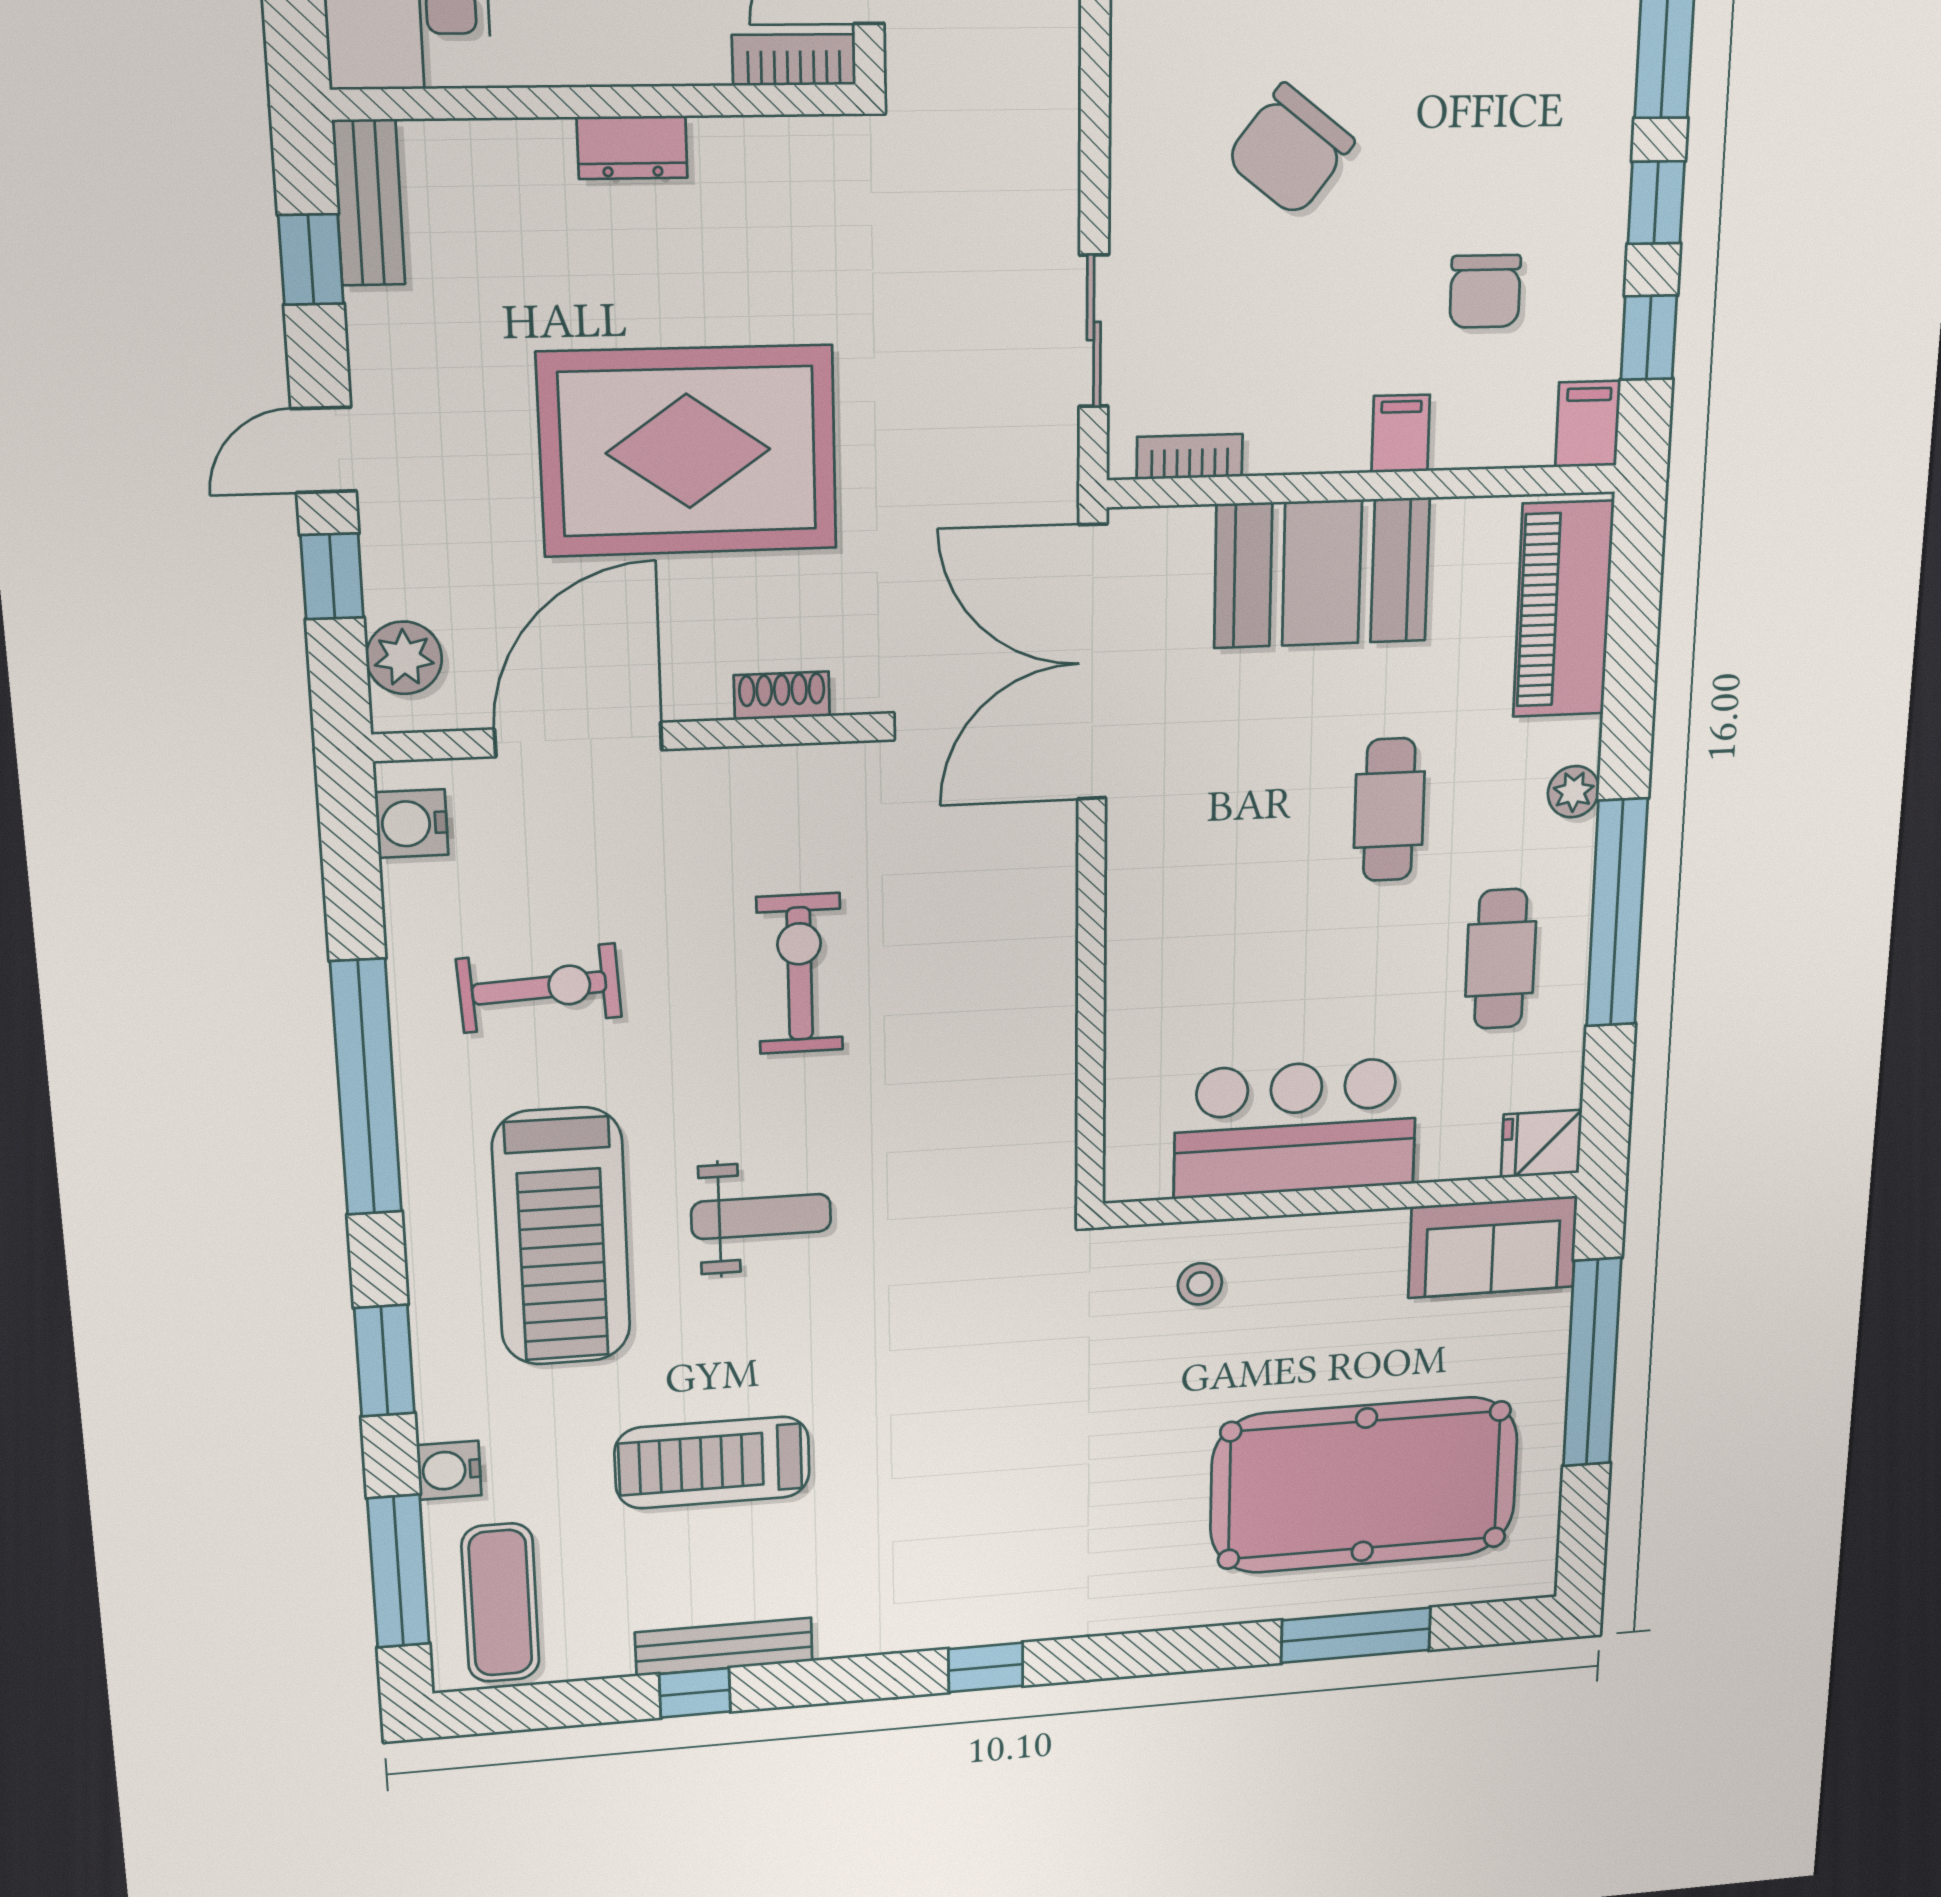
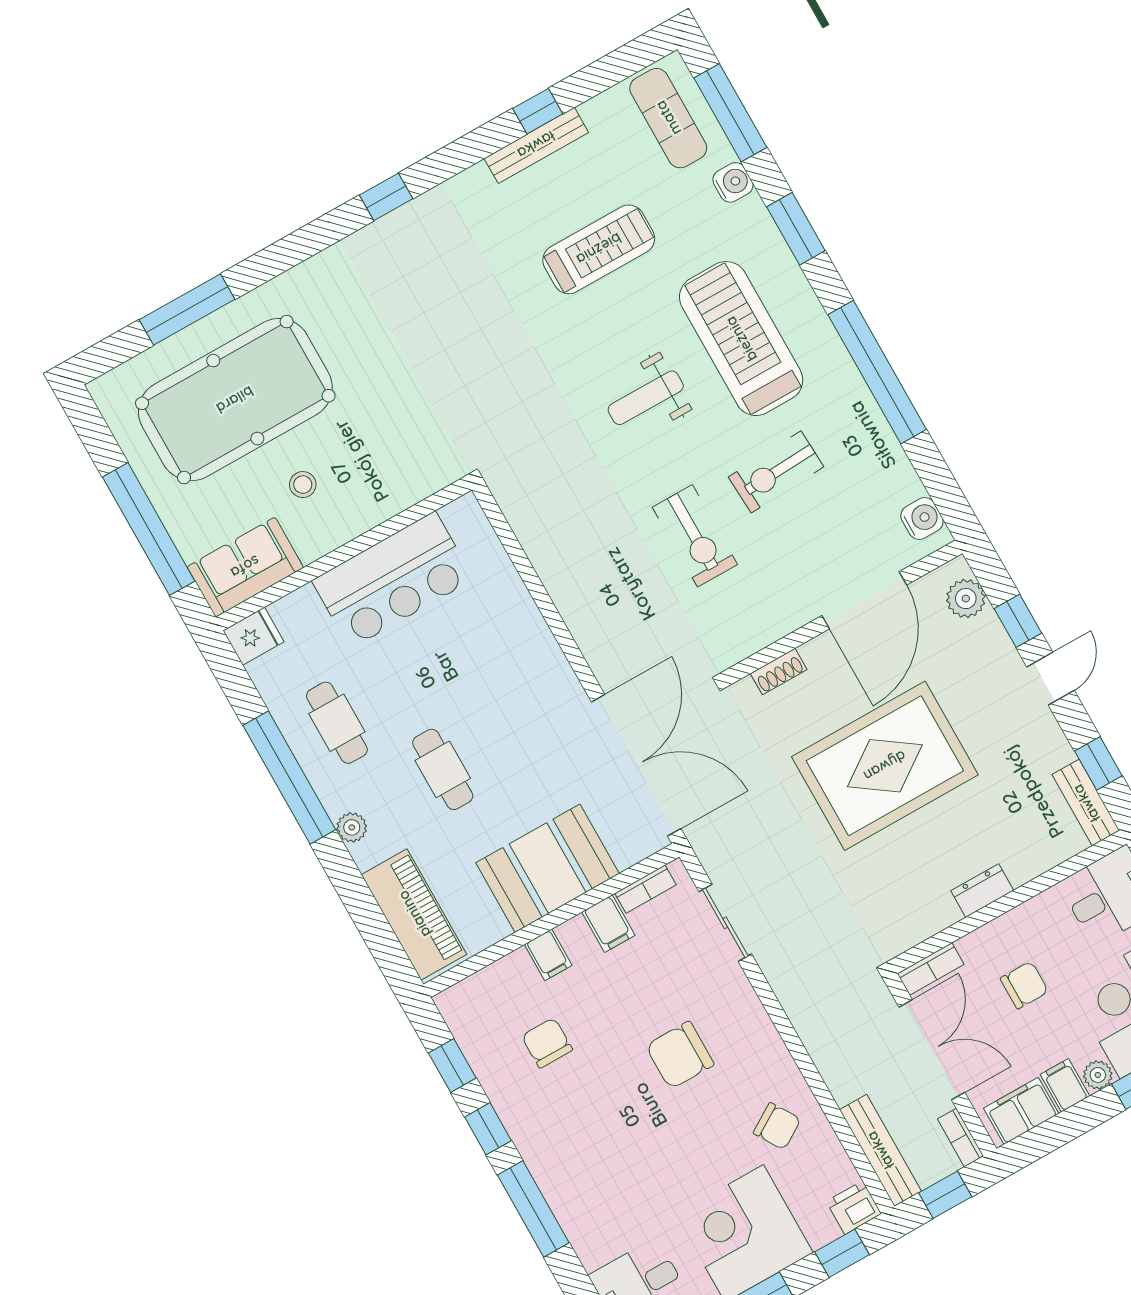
chair: (1290, 150) -> (680, 1055), turned -128
filing cabinet: (1588, 424) -> (608, 924), moved
exercise bike: (539, 988) -> (776, 472), moved
stool: (1200, 1284) -> (303, 485), moved

